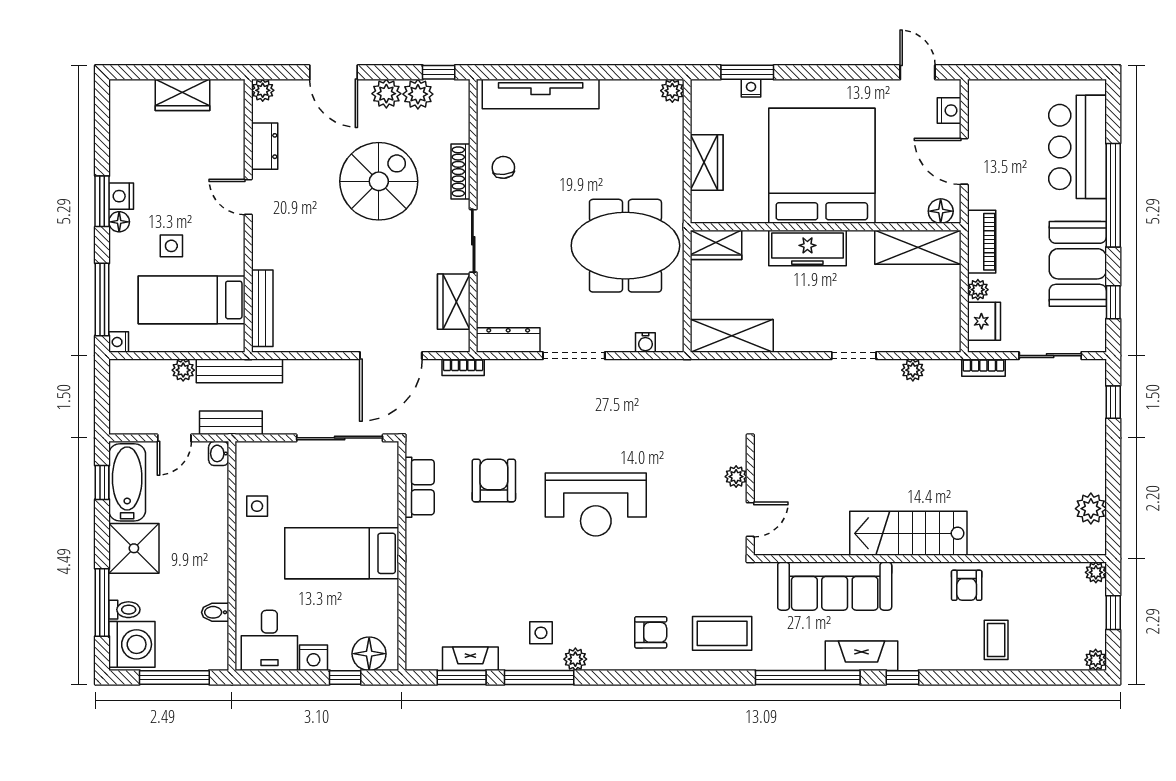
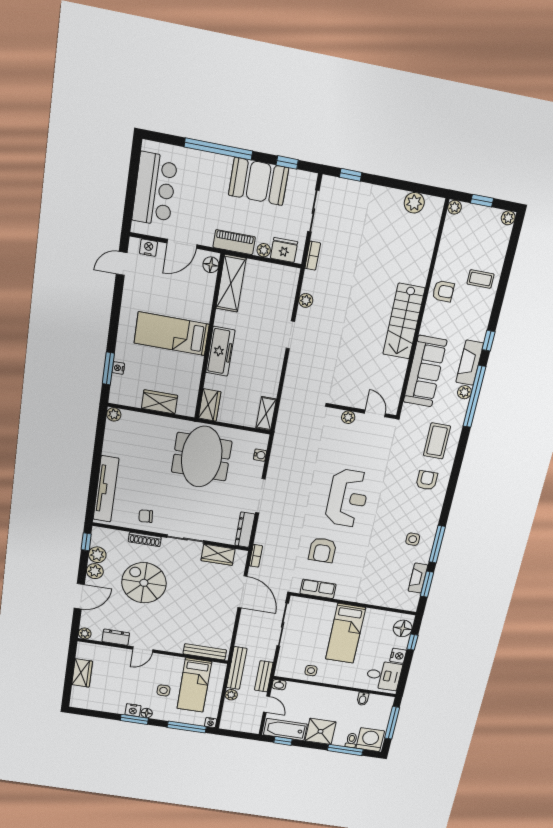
bar counter: (1078, 147) -> (155, 189), moved, turned -90
bed: (822, 166) -> (172, 334), width x0.49
shelving: (732, 336) -> (266, 414), width x0.67, depth x0.75
armchair: (494, 480) -> (322, 550), turned -90
plant: (575, 659) -> (464, 392), moved

